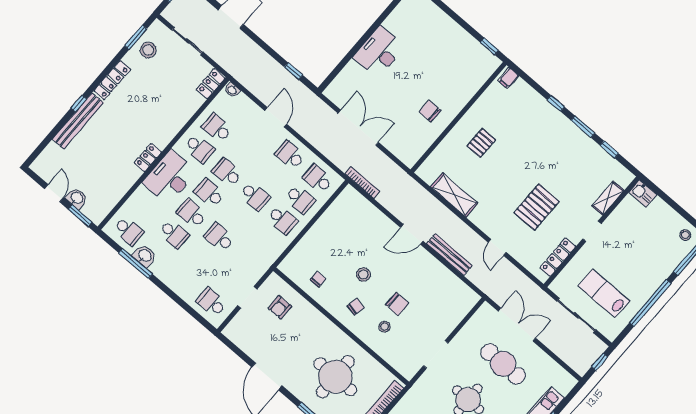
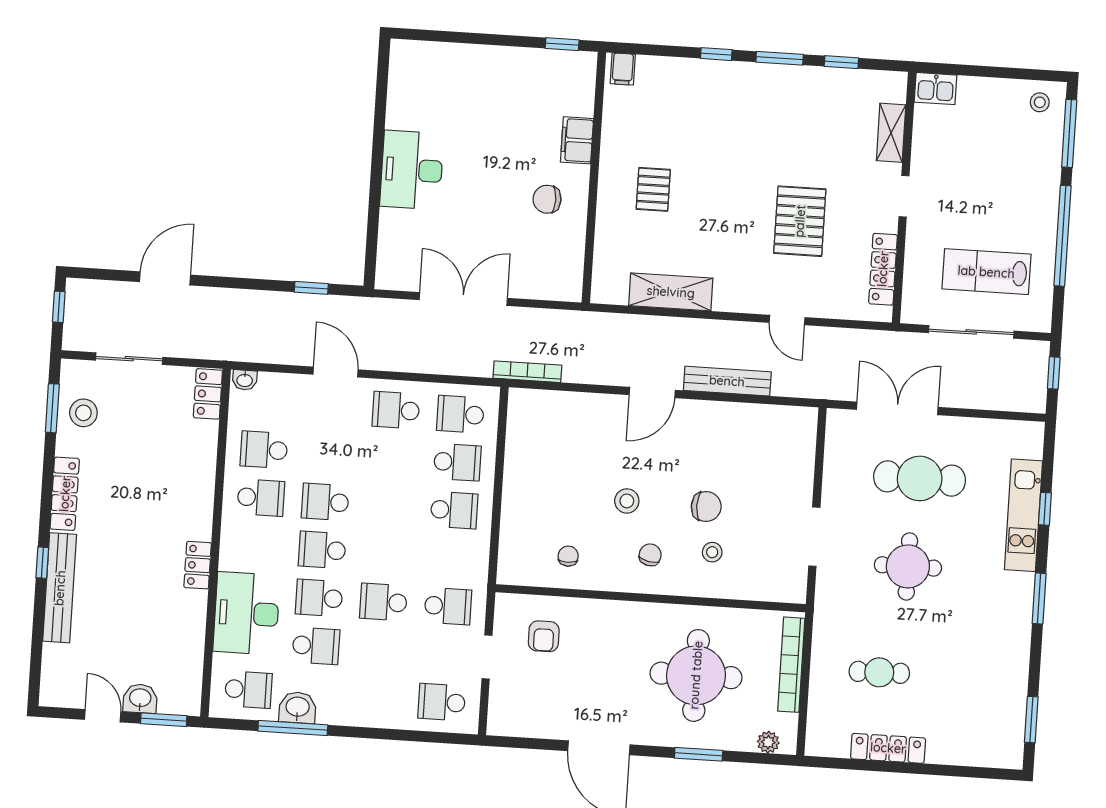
filing cabinet: (464, 95) -> (577, 140), added
desk: (170, 177) -> (247, 613), moved
school desk: (255, 196) -> (448, 606), moved

